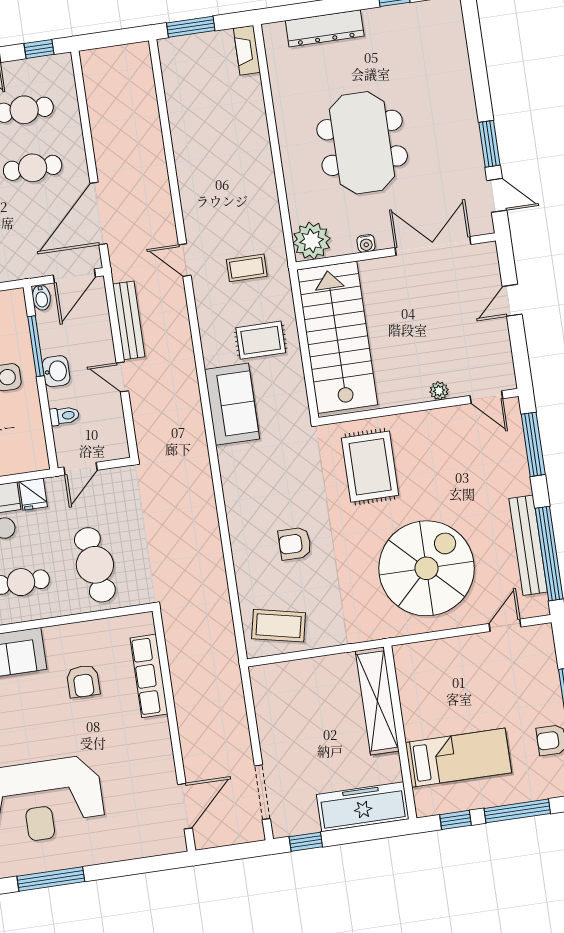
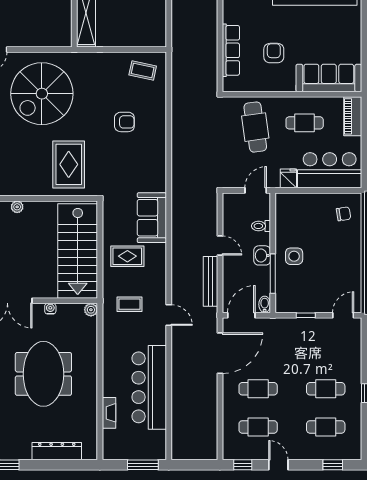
fireplace: (247, 50) -> (109, 413), moved
bar counter: (198, 146) -> (149, 387), added
plant: (312, 241) -> (91, 310), width x0.53, depth x0.53
coffee table: (279, 626) -> (143, 71), width x0.73, depth x0.77

